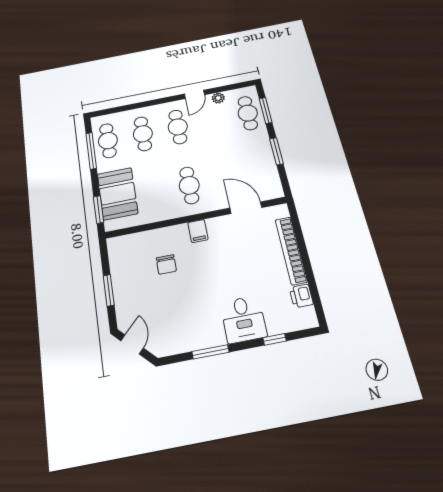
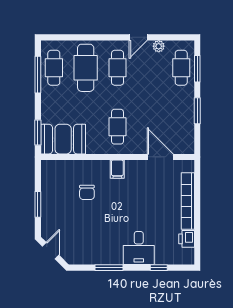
cafe table: (143, 134) -> (86, 68), width x1.37, depth x1.35
booth: (117, 194) -> (63, 139), moved, turned 90

